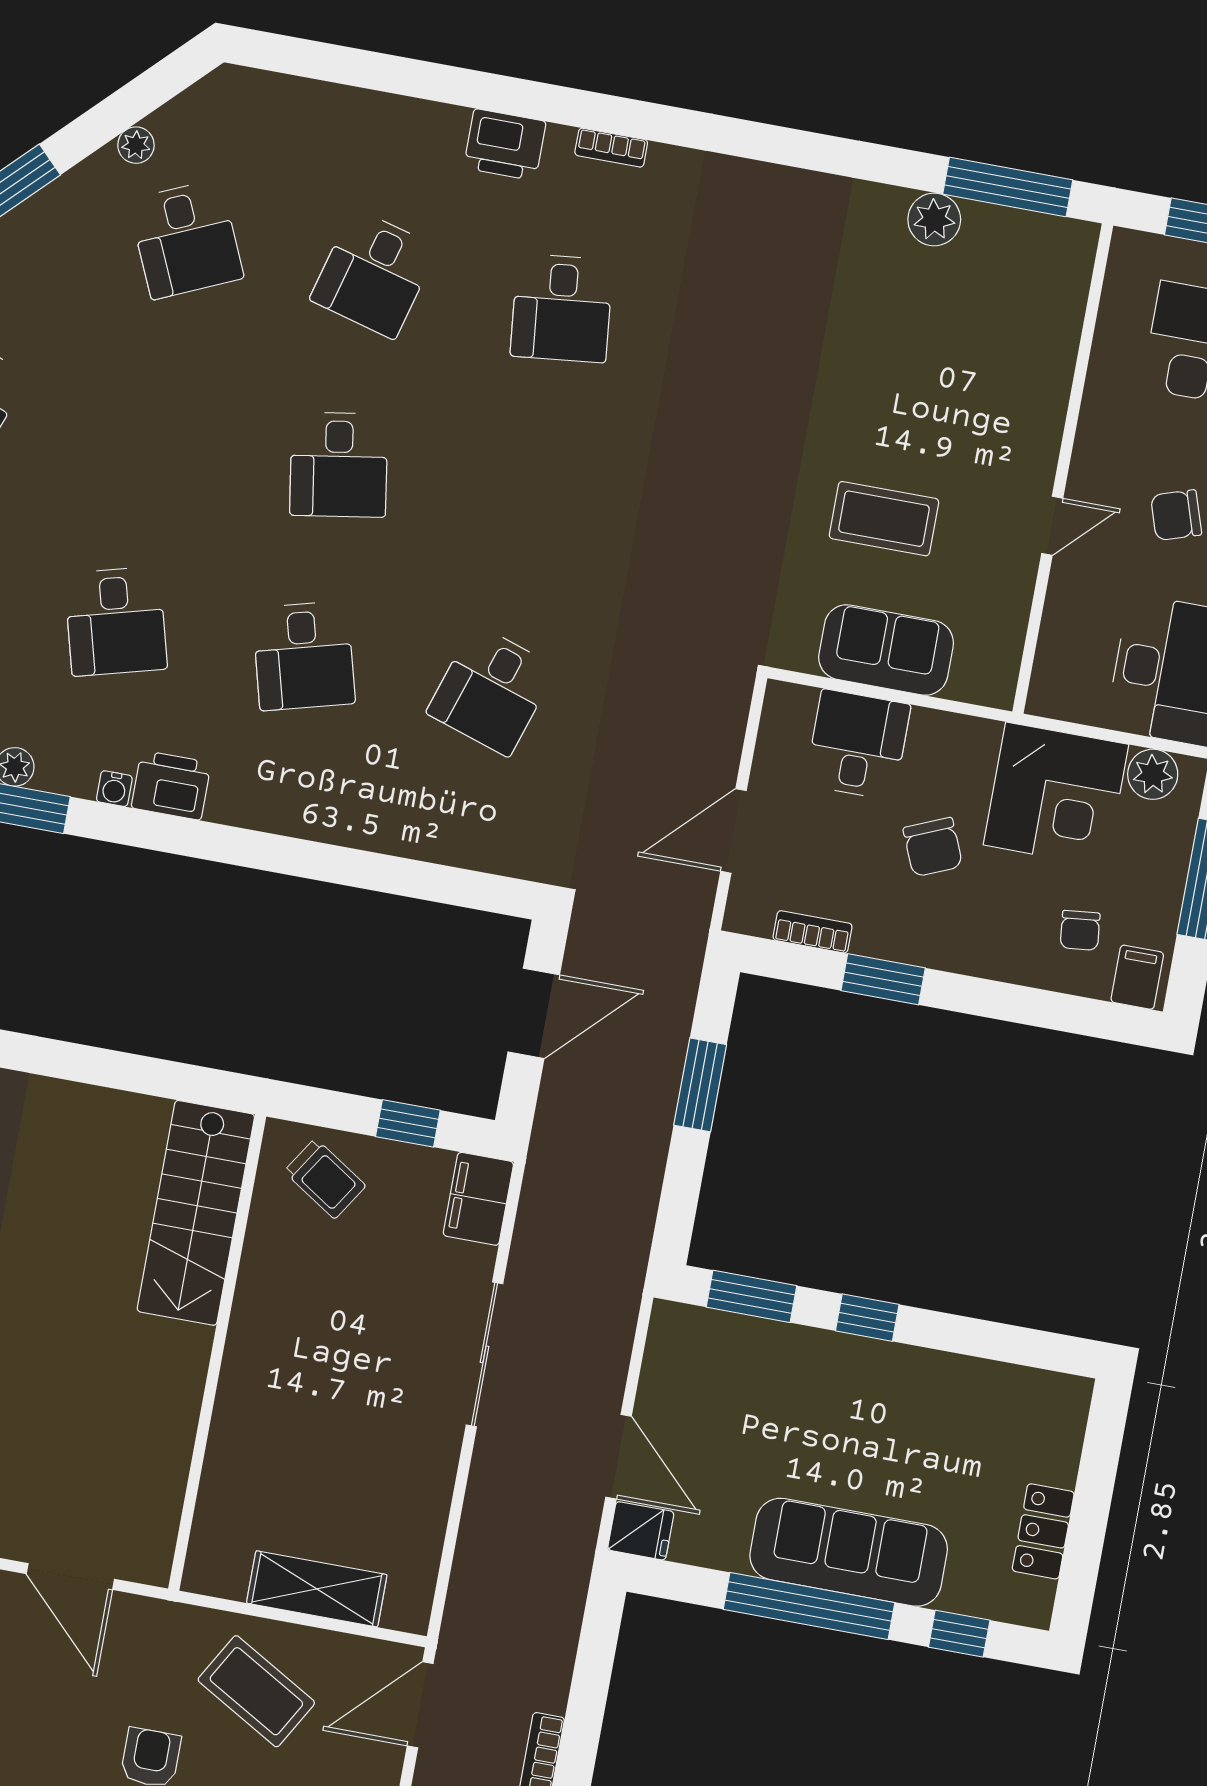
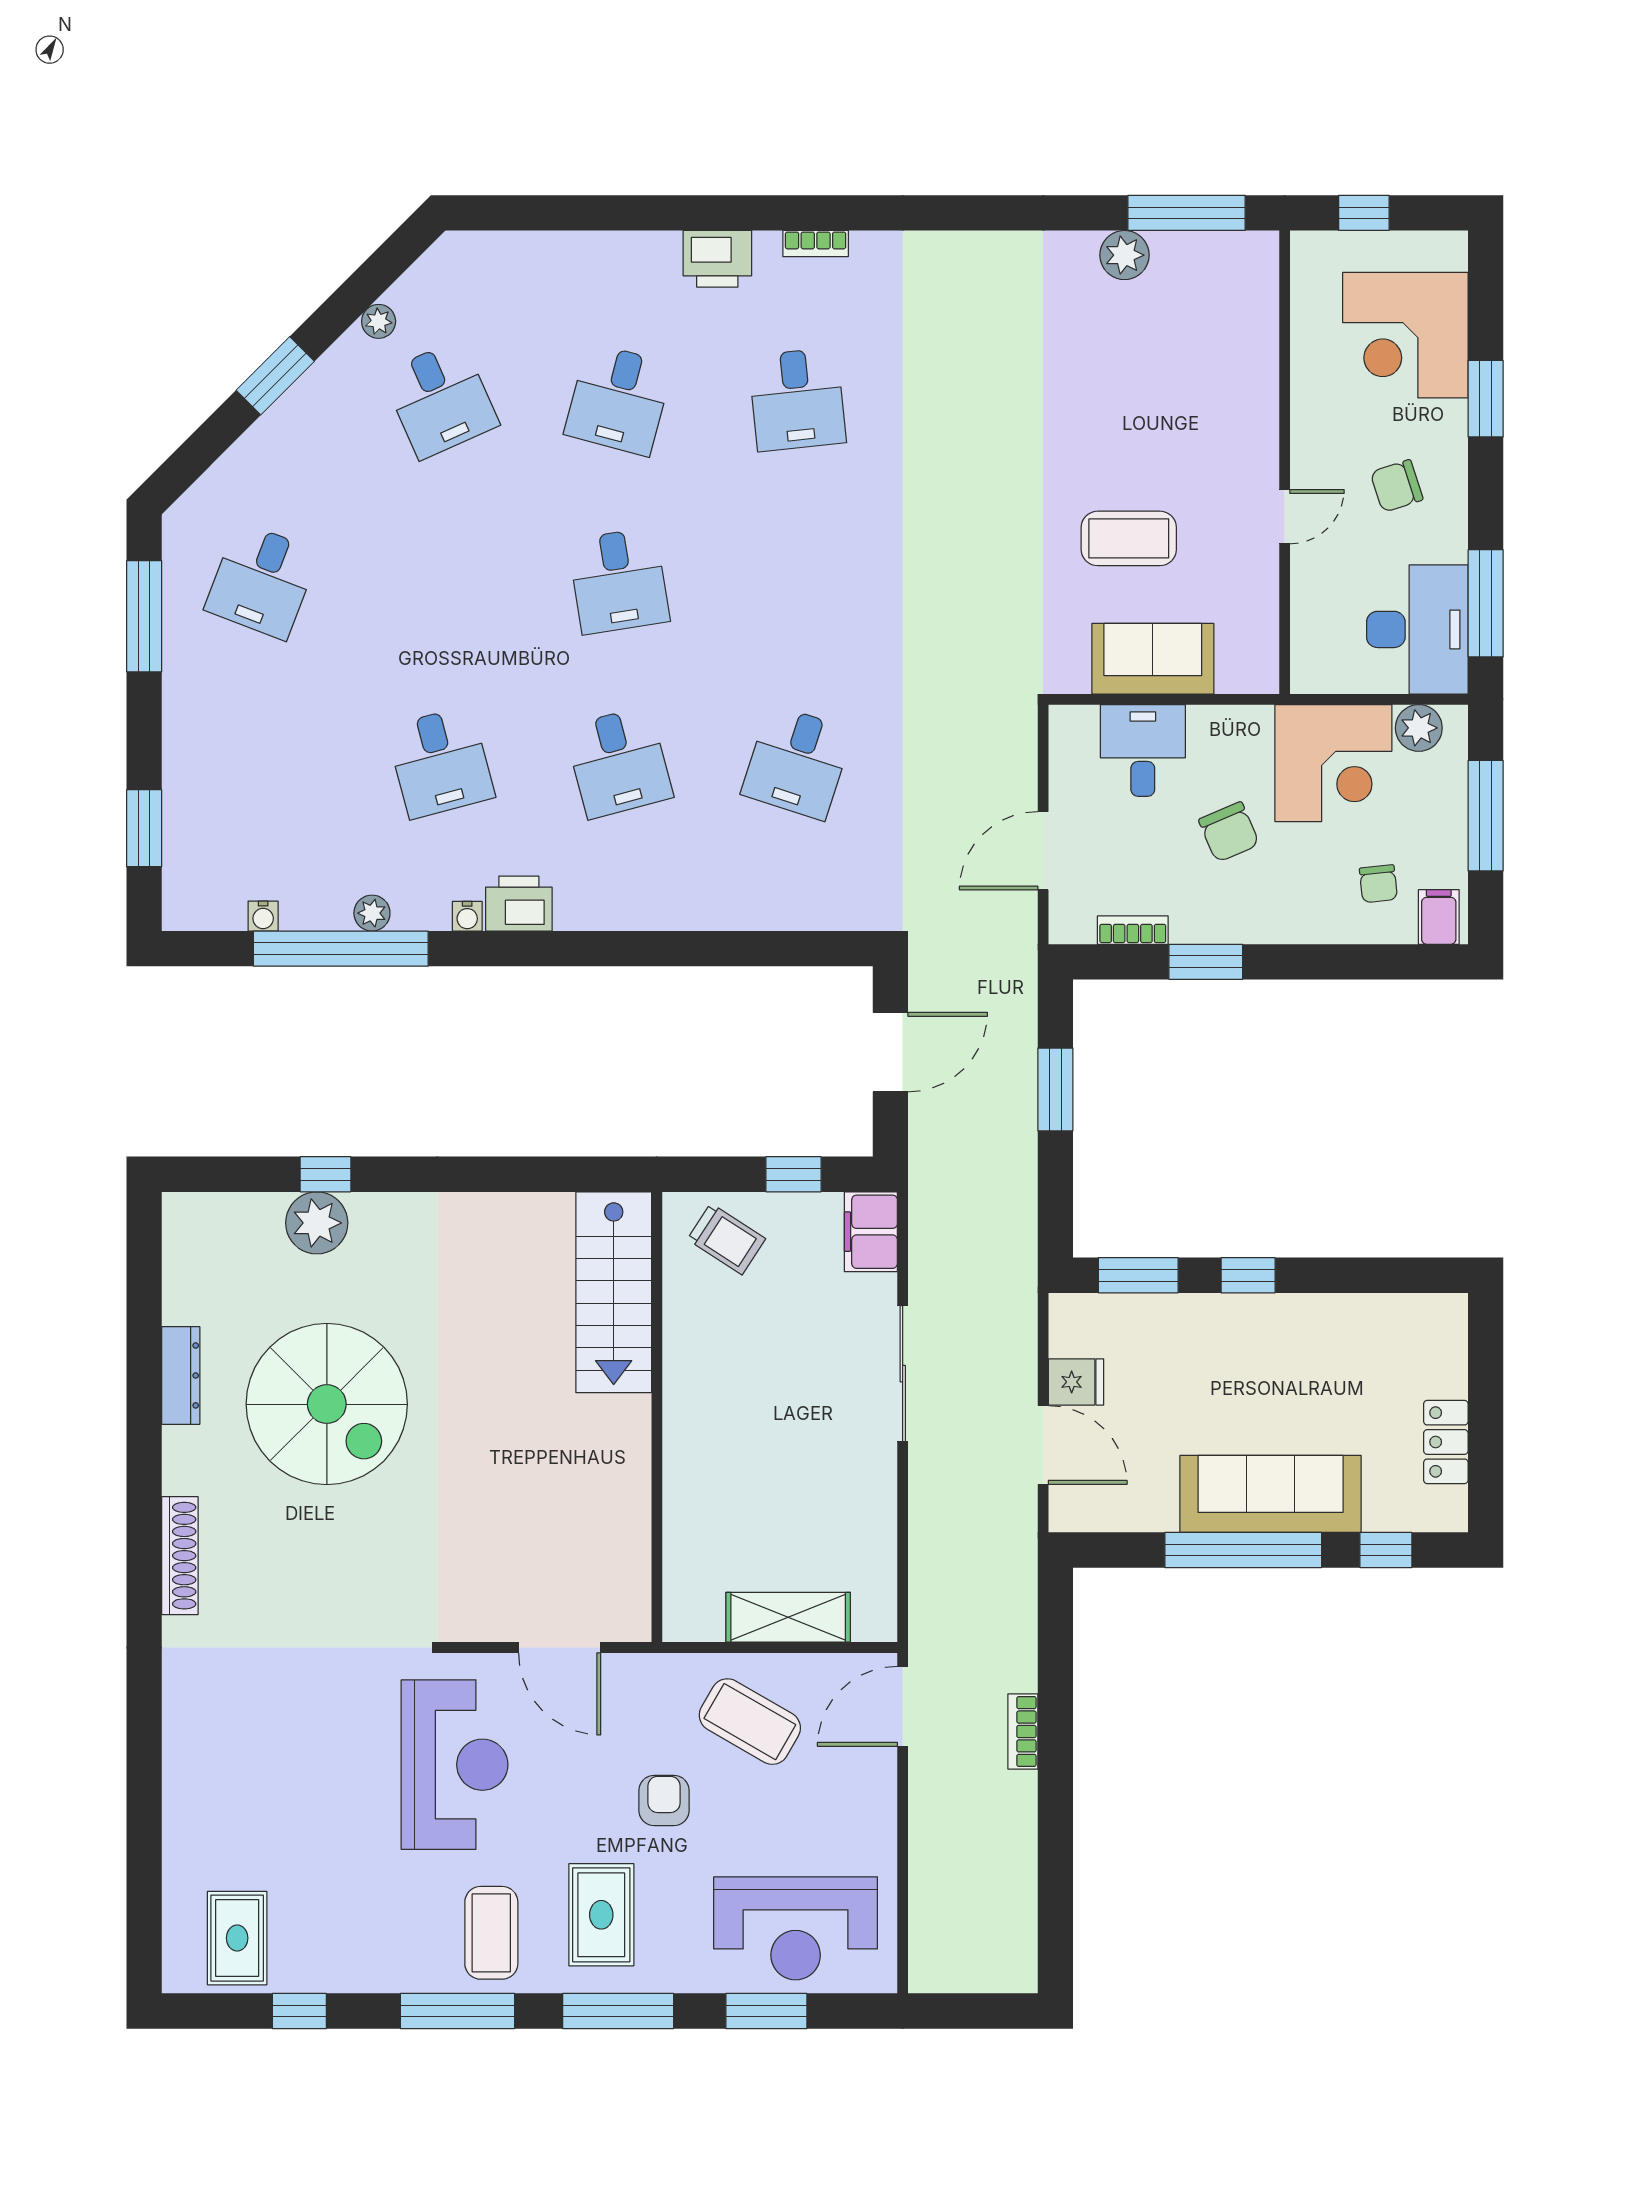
fridge: (641, 1531) -> (1076, 1382), moved

